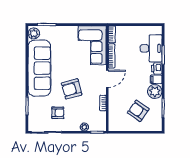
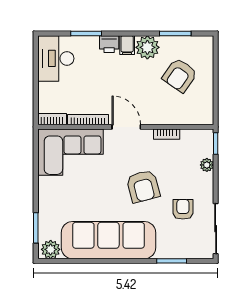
desk: (151, 48) -> (56, 58), moved, turned -90

